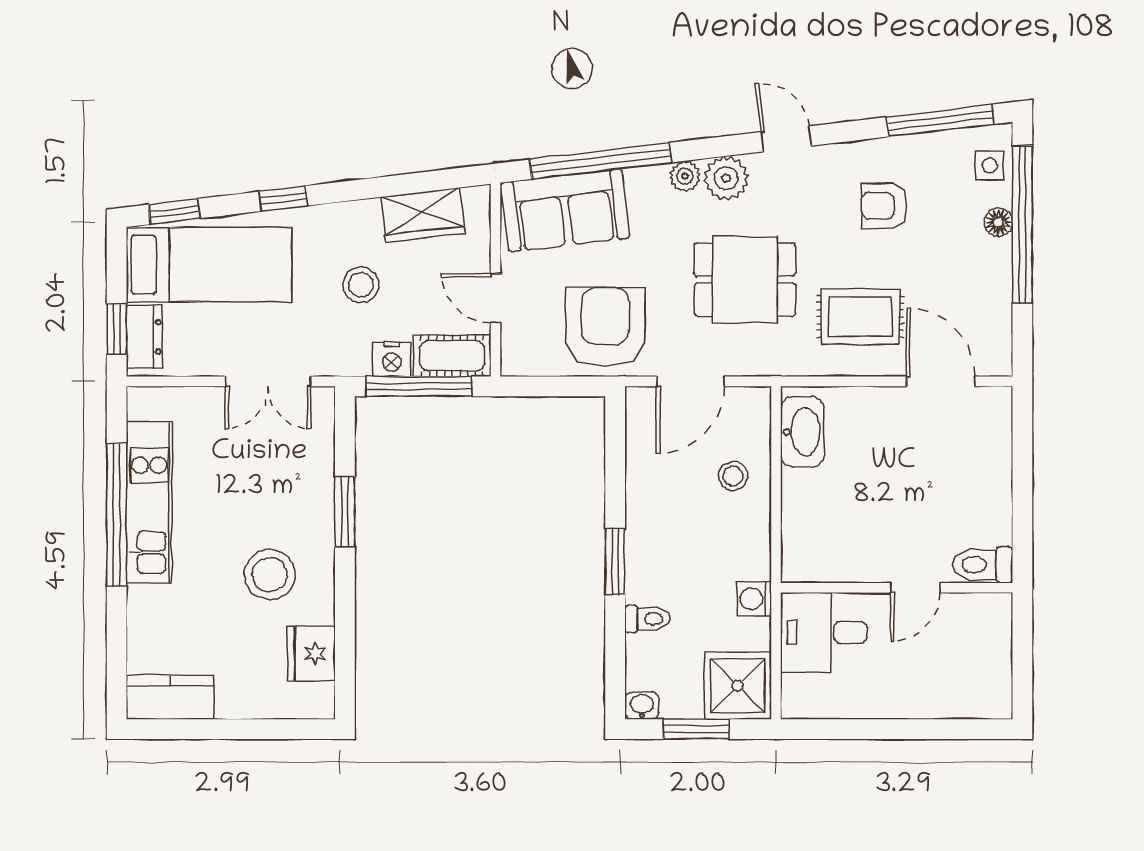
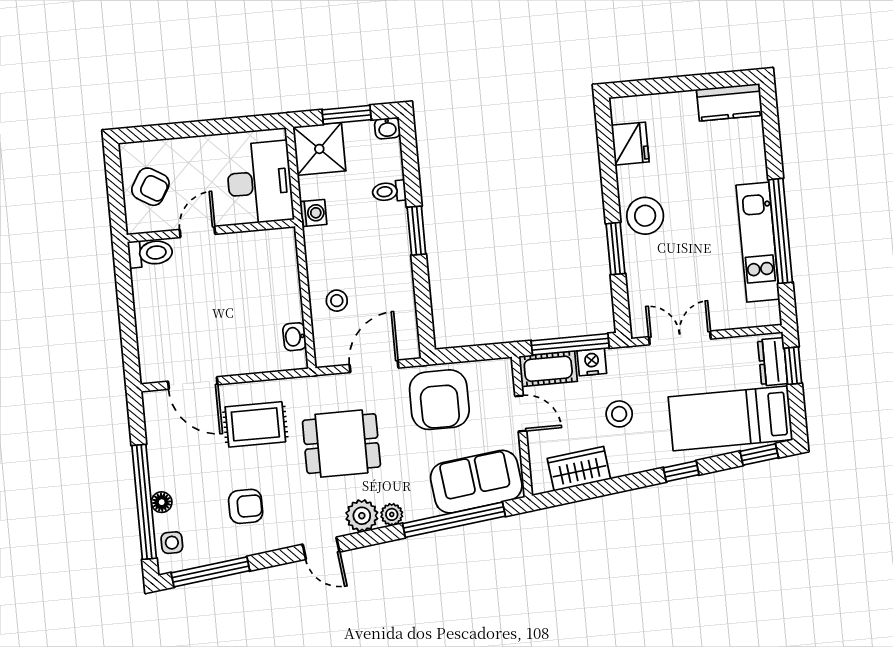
washbasin: (802, 432) -> (294, 337), width x0.52, depth x0.69
stool: (270, 575) -> (645, 216), moved
desk: (824, 632) -> (260, 183), width x1.37
armchair: (974, 656) -> (150, 187), added

